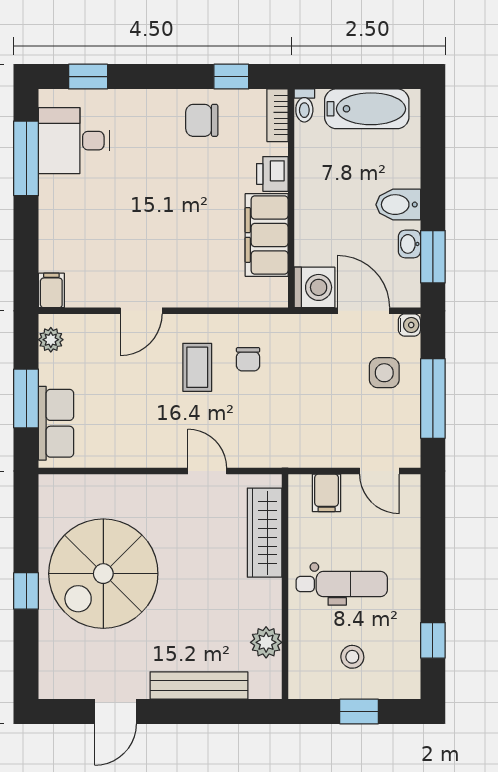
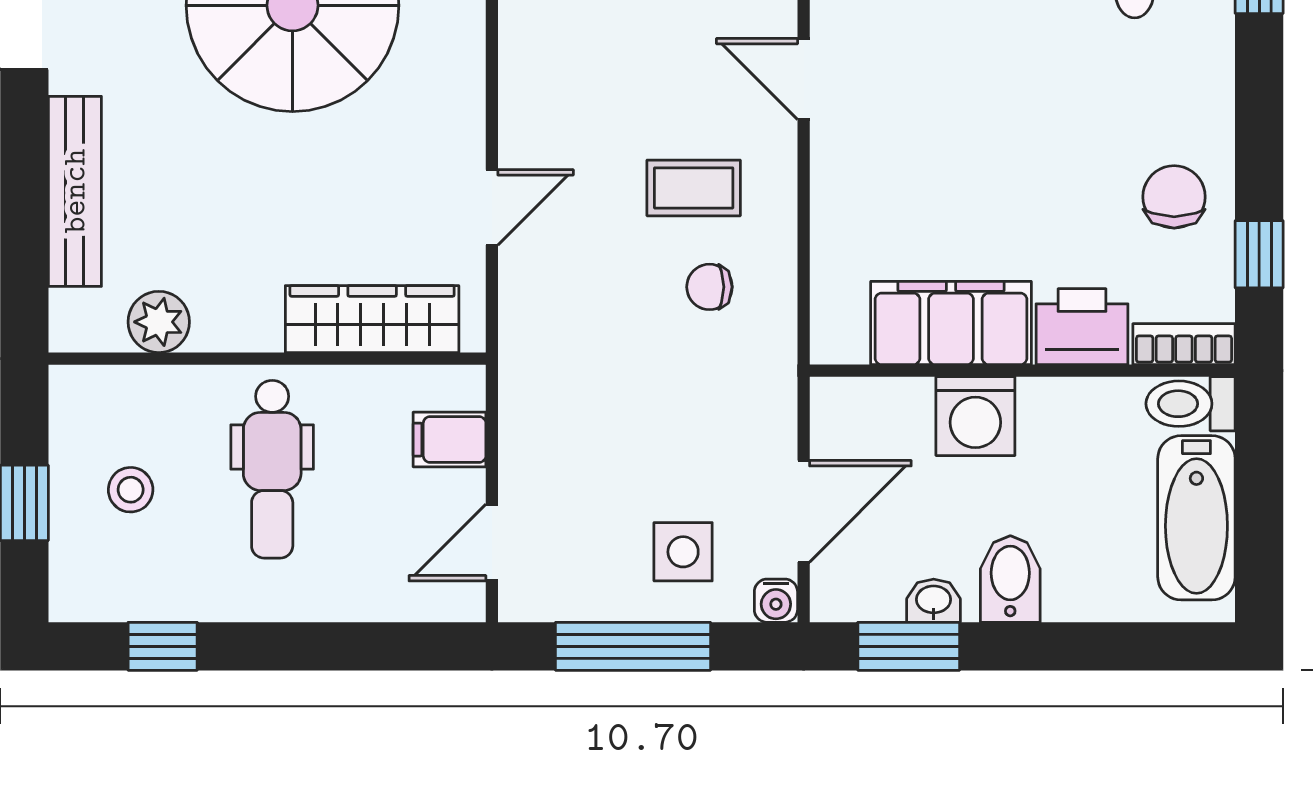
toilet: (304, 105) -> (1191, 404), width x1.37, depth x1.39
printer: (272, 174) -> (1082, 327), width x1.36, depth x1.24
washing machine: (314, 287) -> (975, 416), moved

